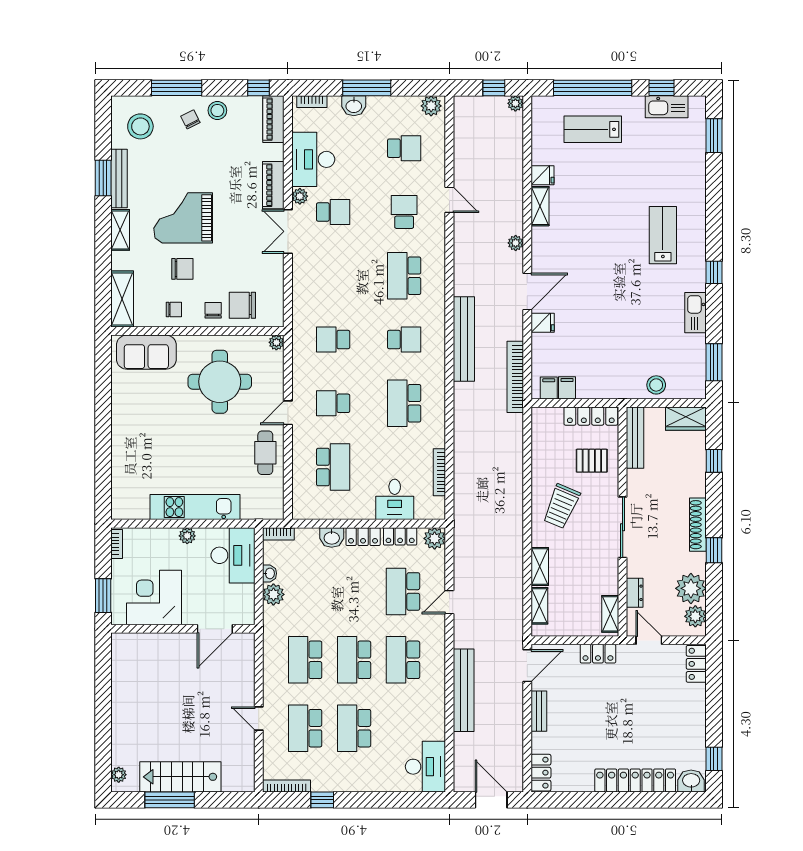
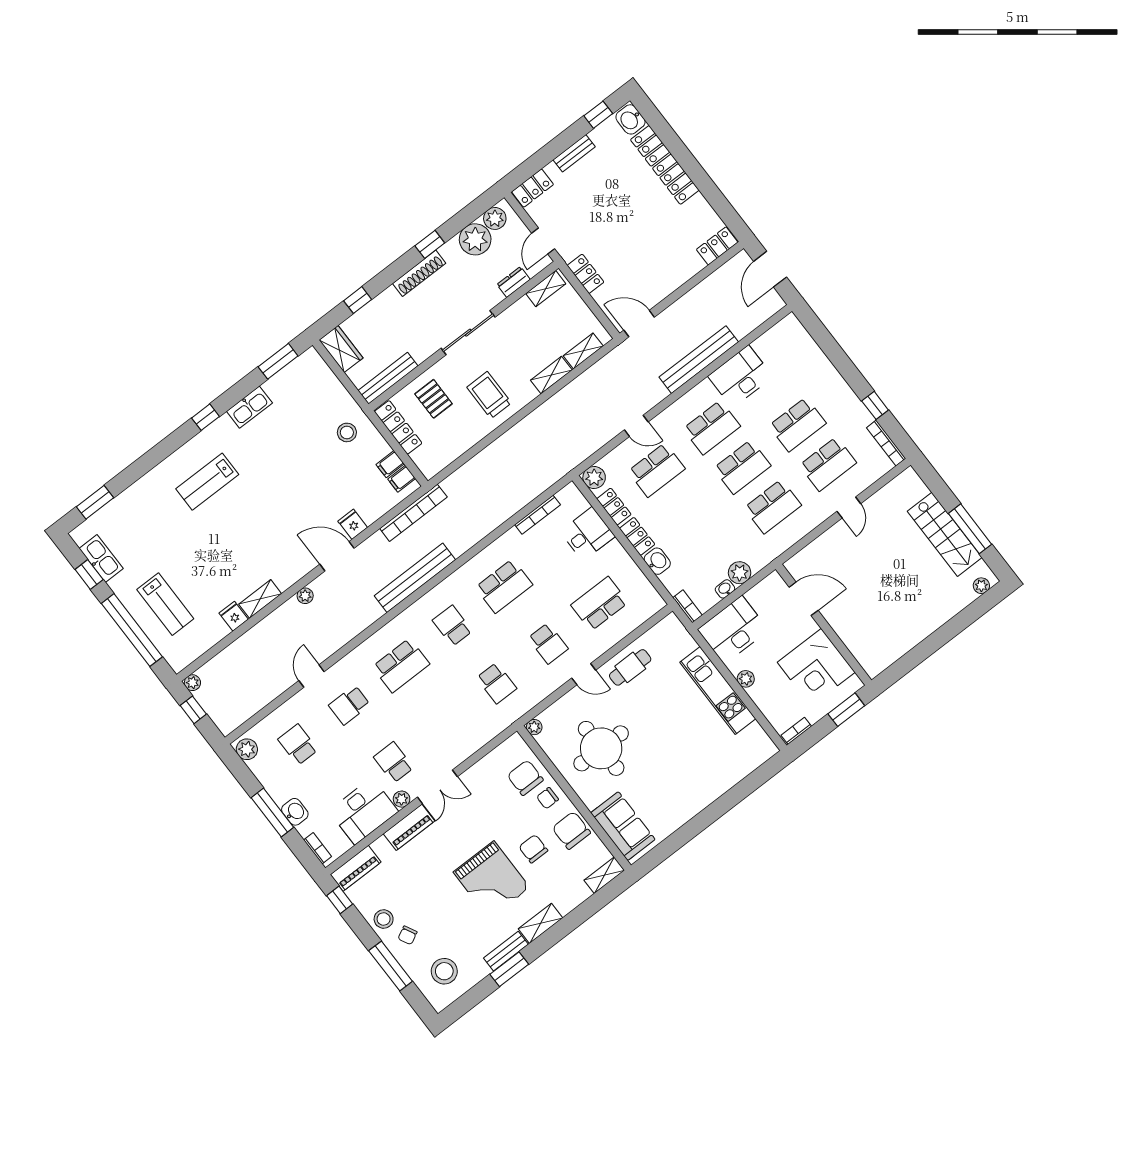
bench: (119, 179) -> (506, 951), width x0.73
shelving: (122, 299) -> (604, 875), width x0.67, depth x0.75
chair: (242, 305) -> (525, 778), turned 180
chair: (174, 309) -> (571, 830), width x1.87, depth x1.87
stool: (656, 385) -> (347, 432), moved
trolley: (561, 506) -> (489, 395), turned -113
bench: (539, 711) -> (574, 153), moved
desk: (425, 767) -> (740, 376), moved

